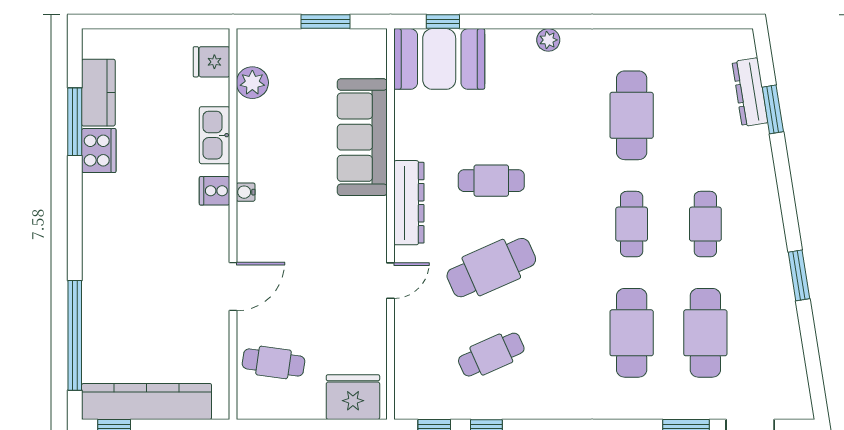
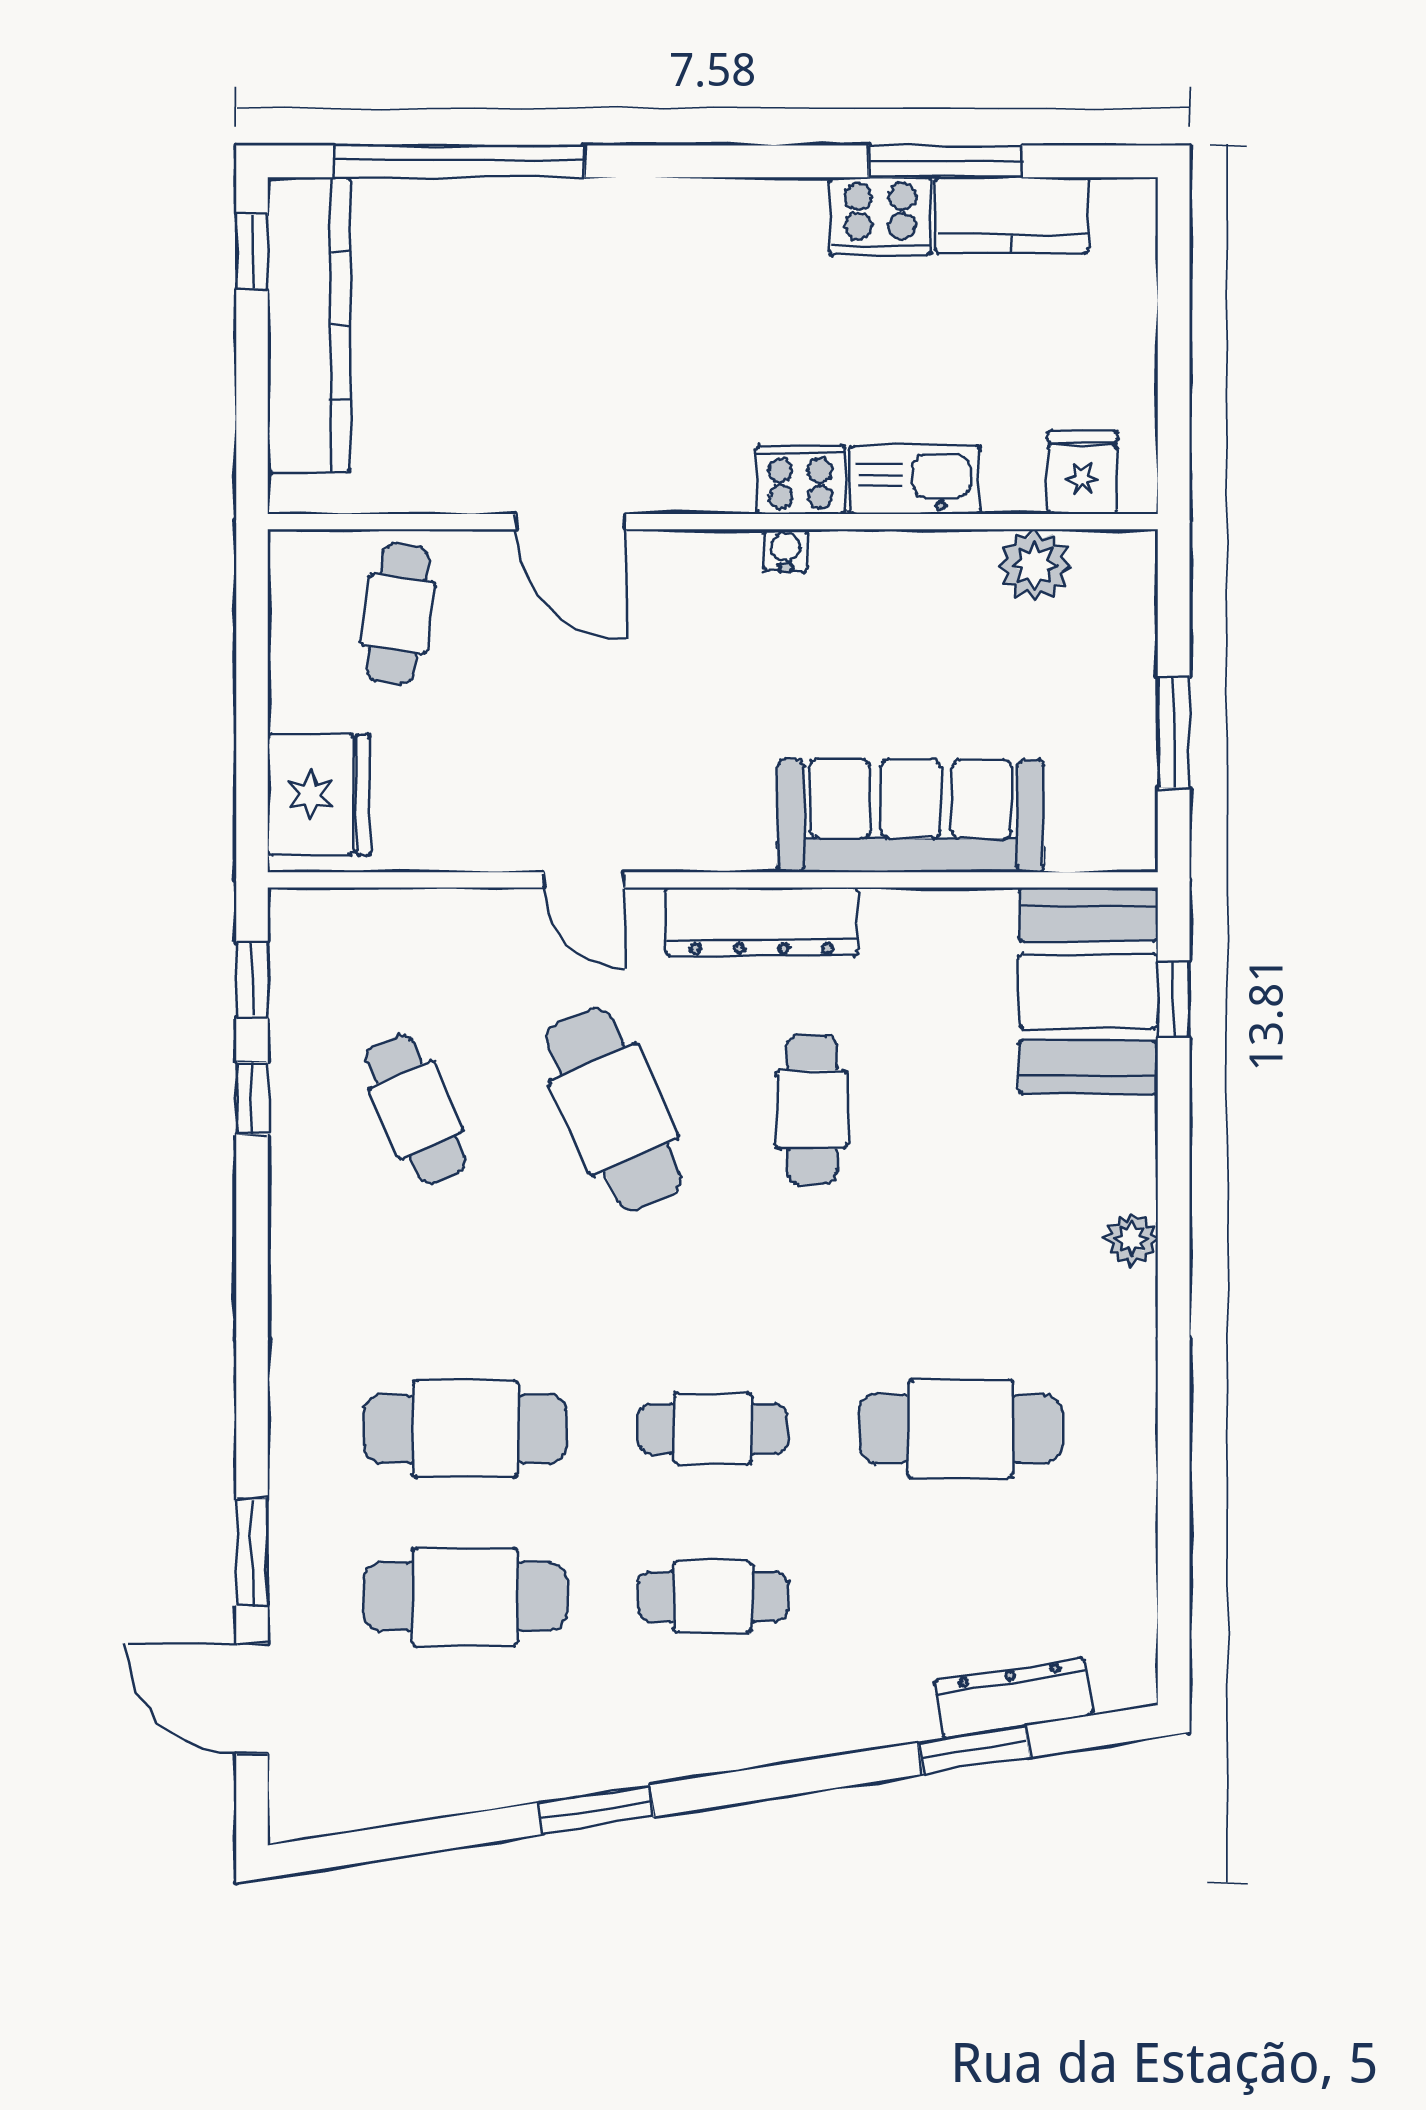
cooker: (215, 191) -> (800, 480), width x1.36

